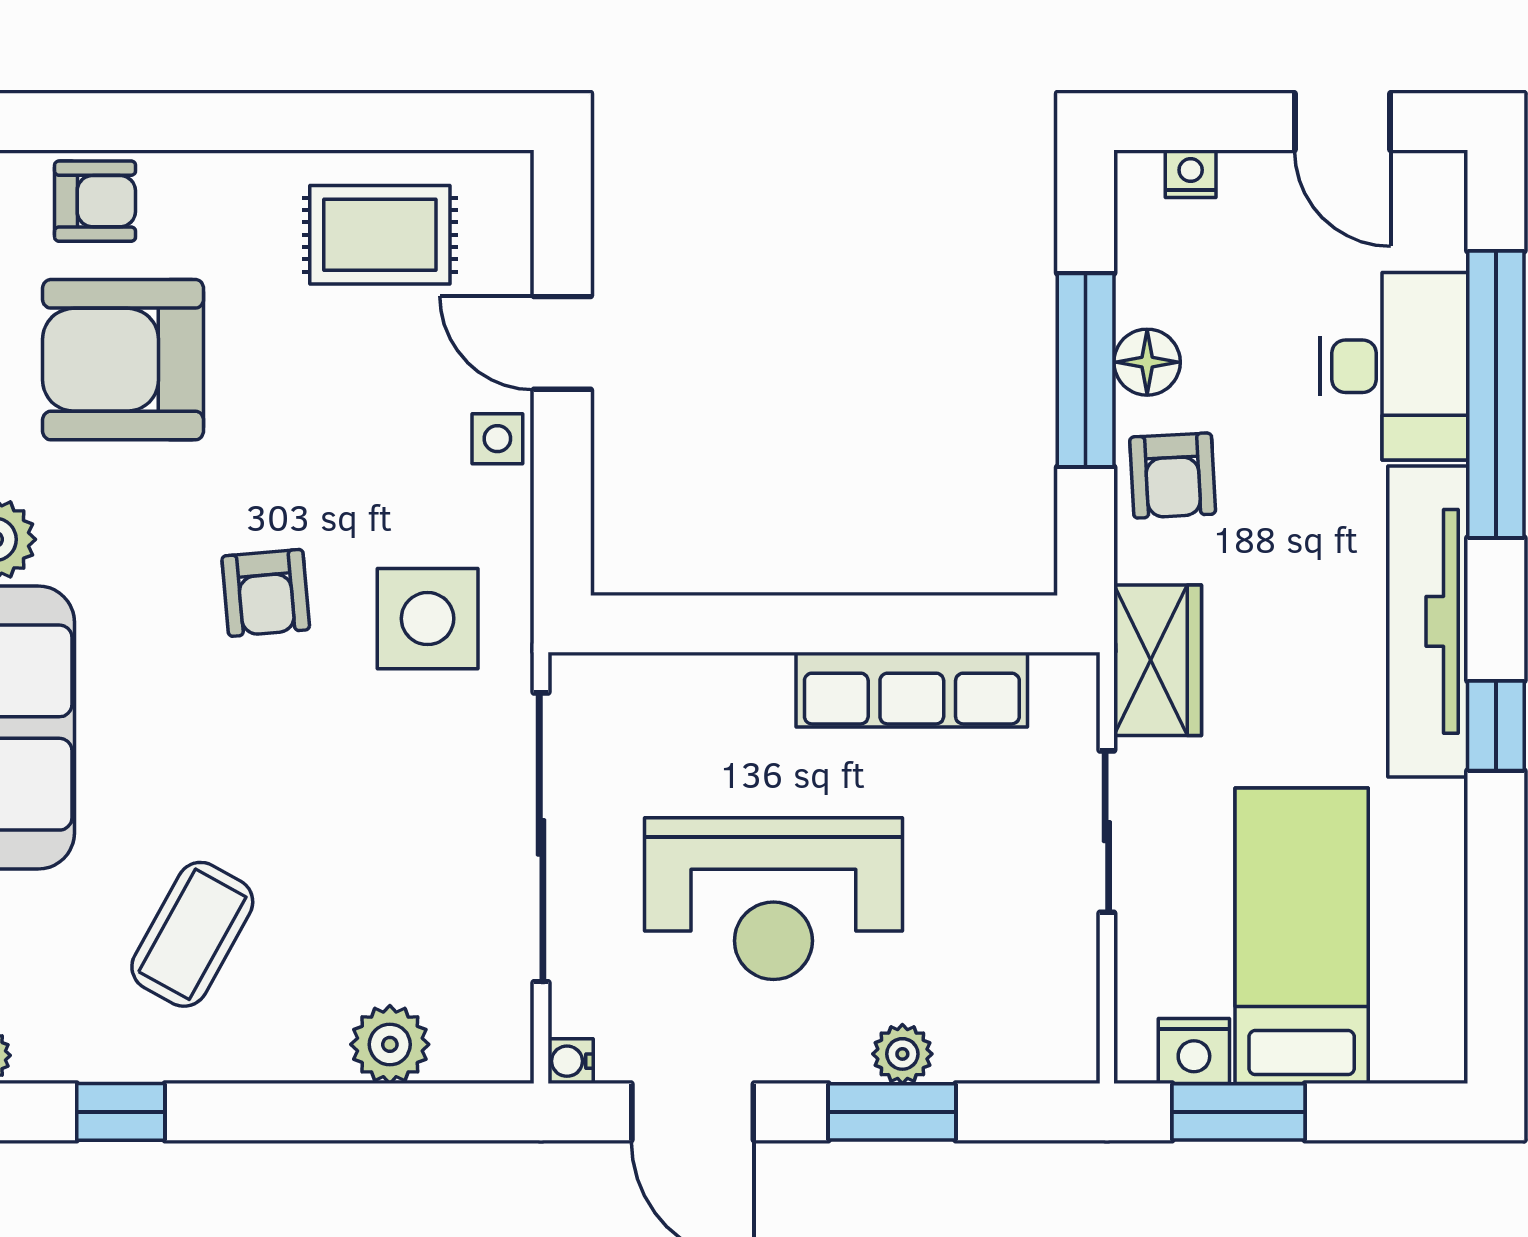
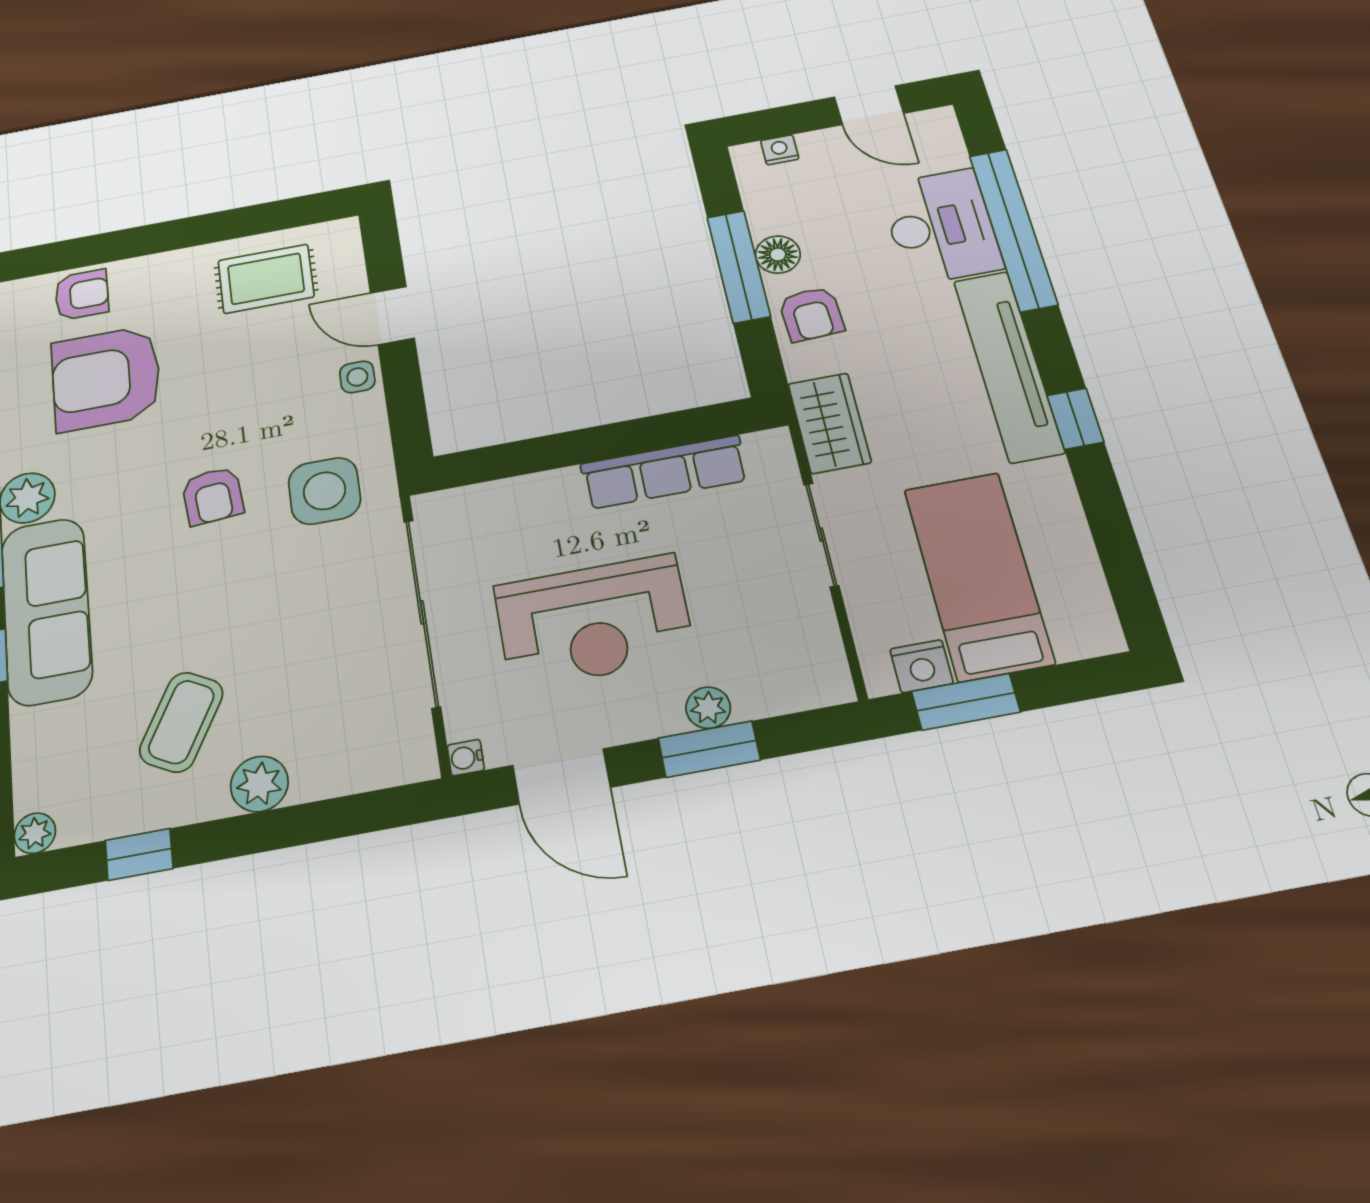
plant: (390, 1044) -> (259, 784), moved

